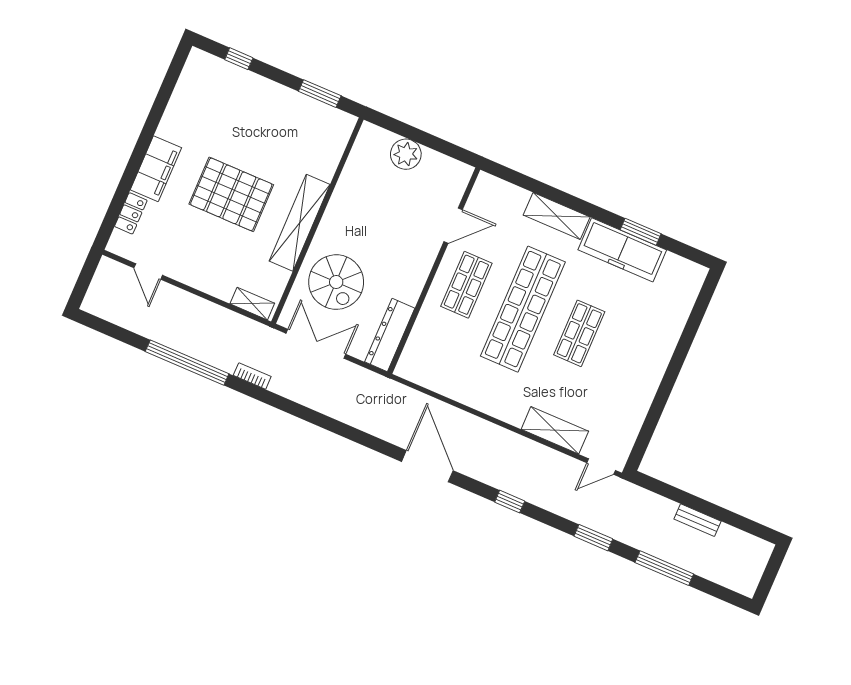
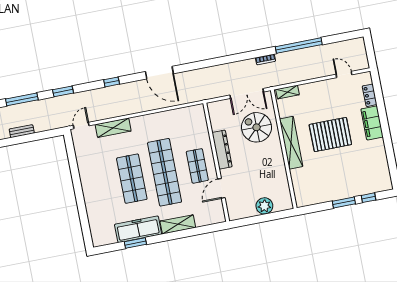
window: (320, 94) -> (344, 202), moved
shop shelf: (579, 333) -> (132, 179), width x1.43, depth x1.36
dresser: (390, 335) -> (222, 150), moved

